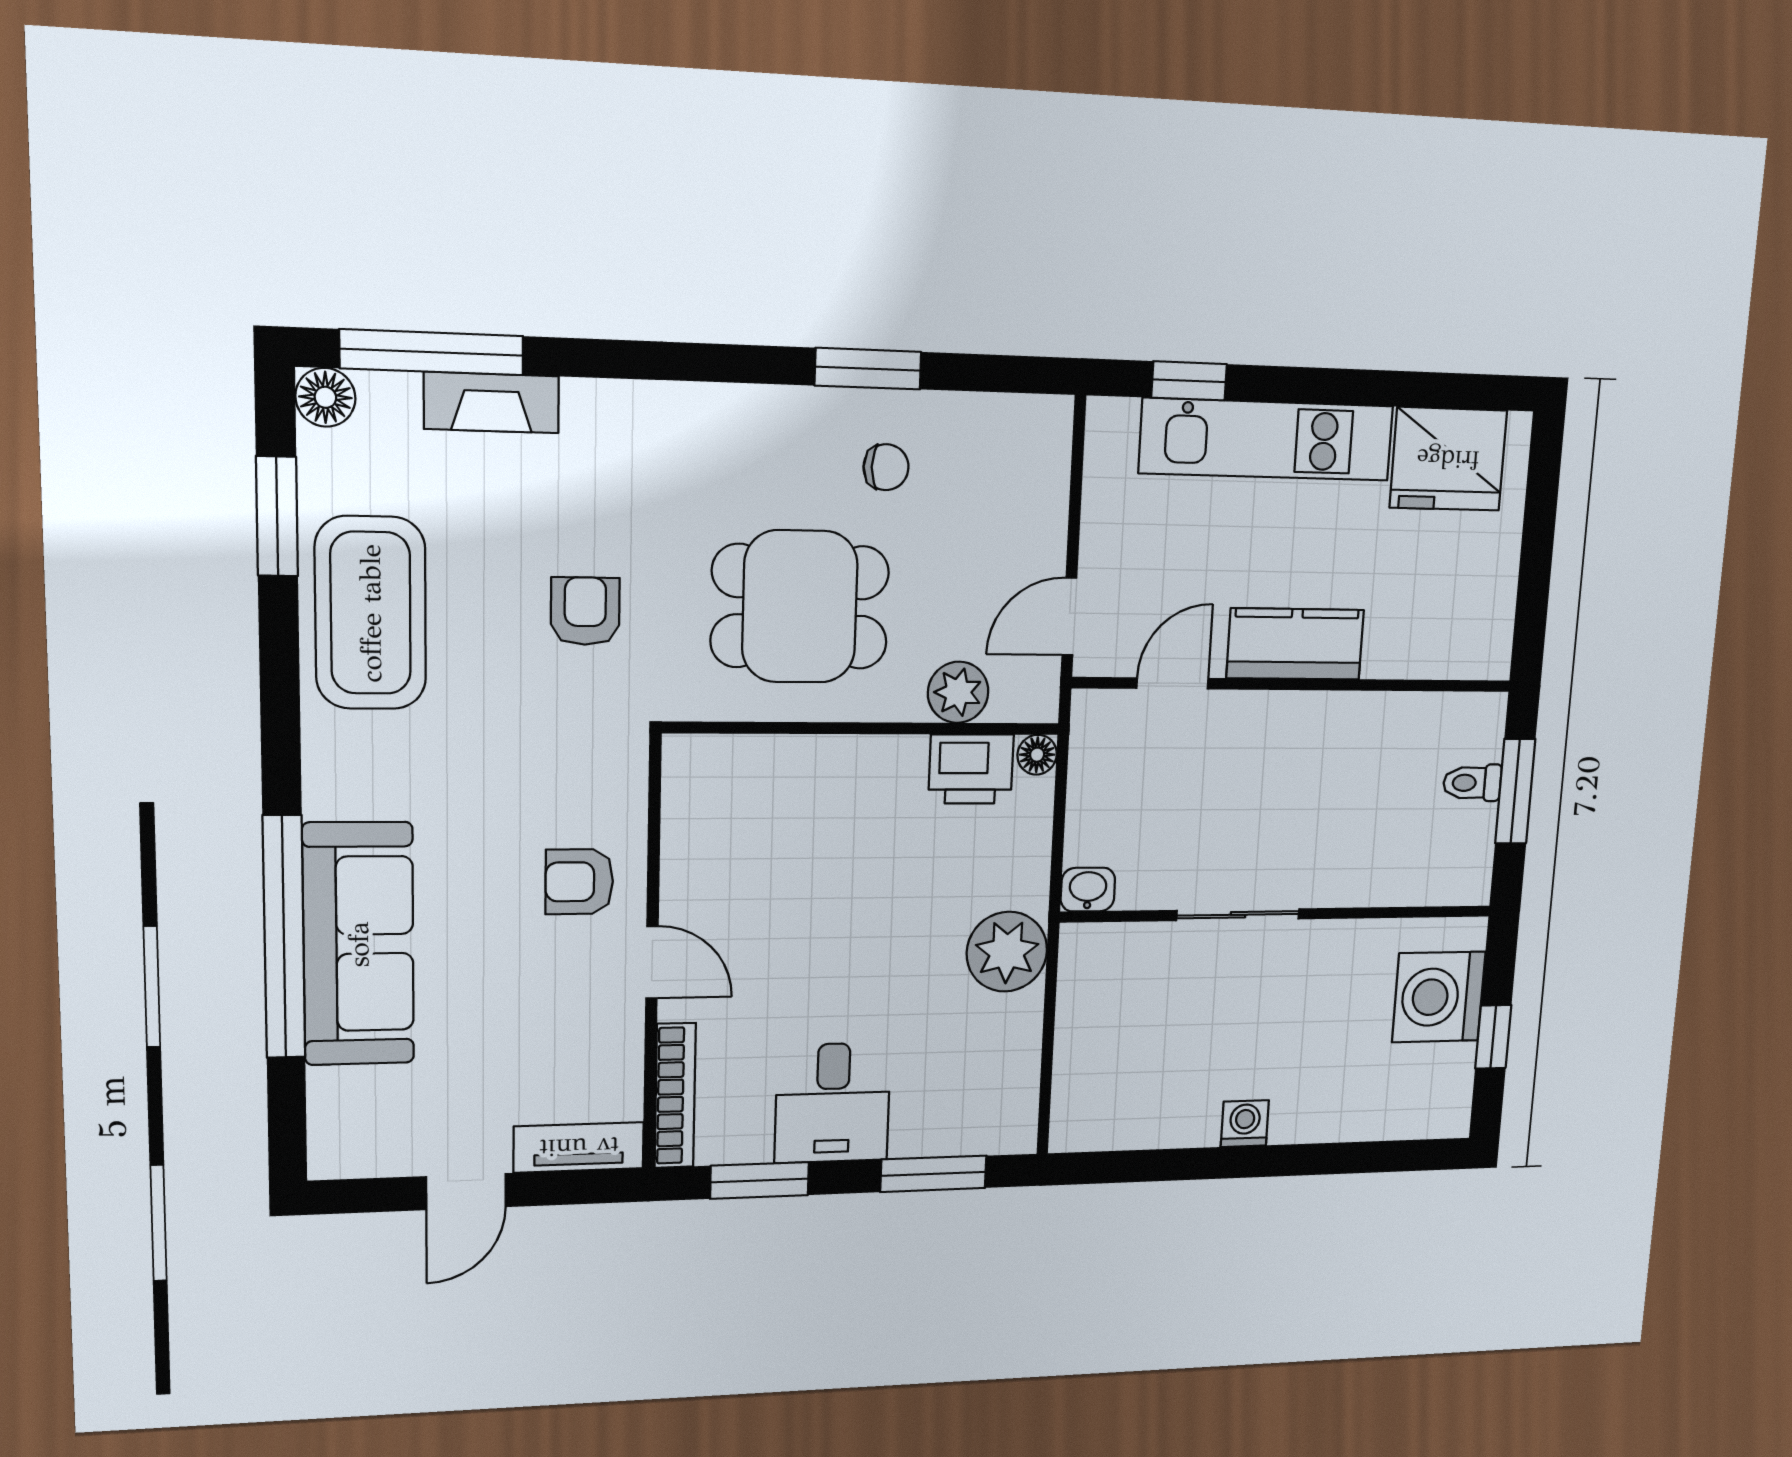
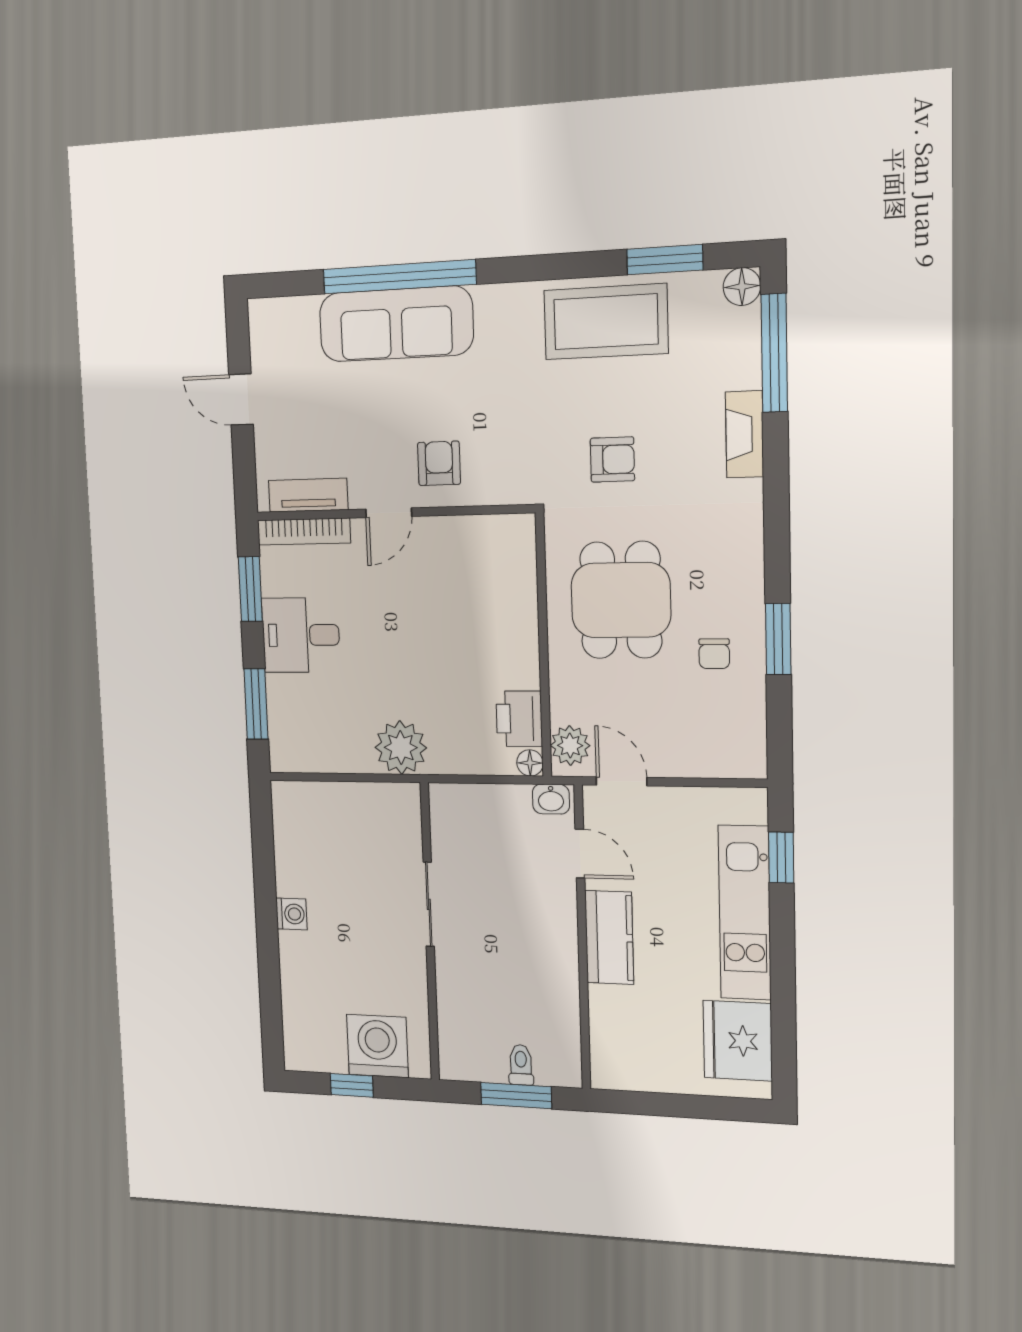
fireplace: (492, 403) -> (744, 434), moved
plant: (958, 692) -> (570, 746), moved
washbasin: (1088, 890) -> (551, 799), moved, turned 90
tv unit: (579, 1147) -> (308, 495), moved, turned -90

